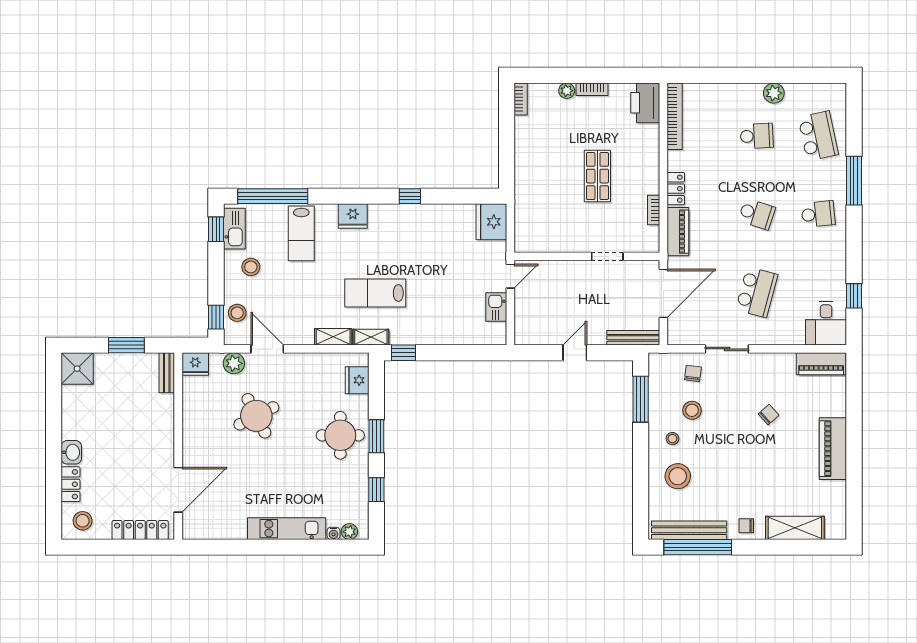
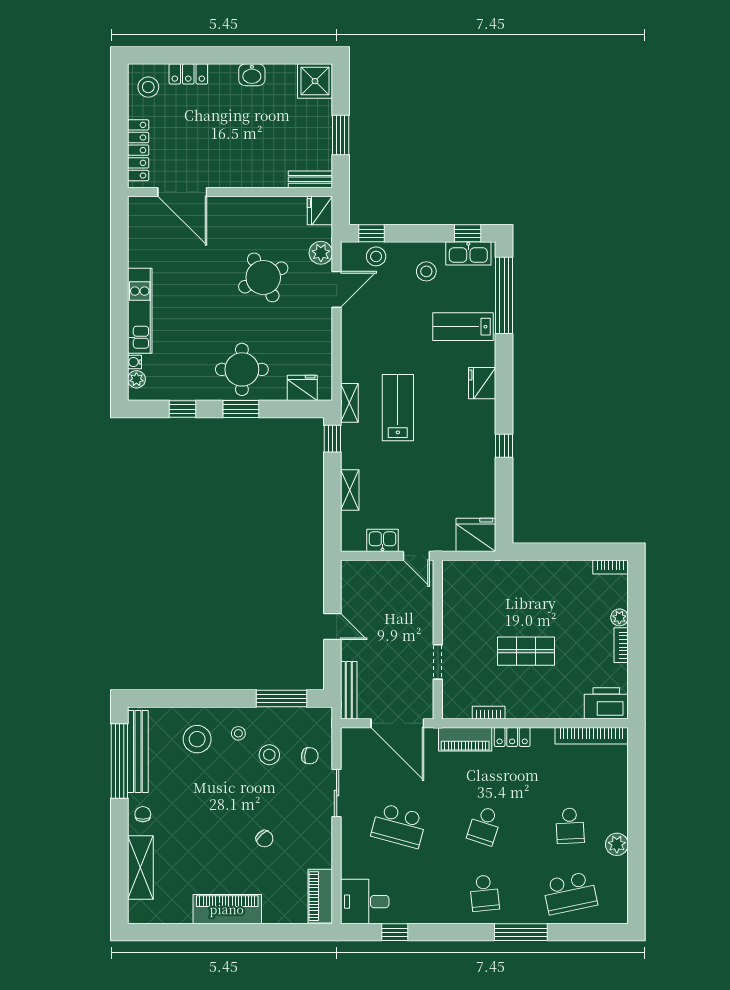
shelving: (333, 337) -> (350, 490), moved
washbasin: (71, 452) -> (252, 75), moved

